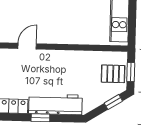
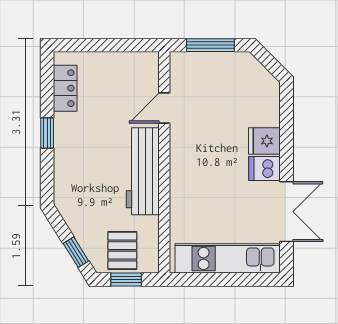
door: (27, 46) -> (164, 108), swing flipped
workbench: (55, 104) -> (143, 171), moved, turned 180

